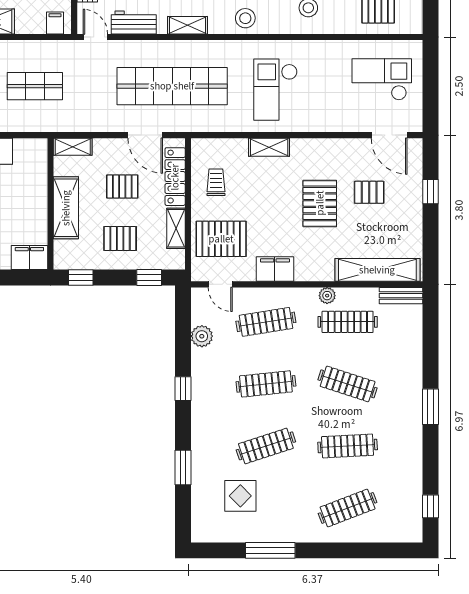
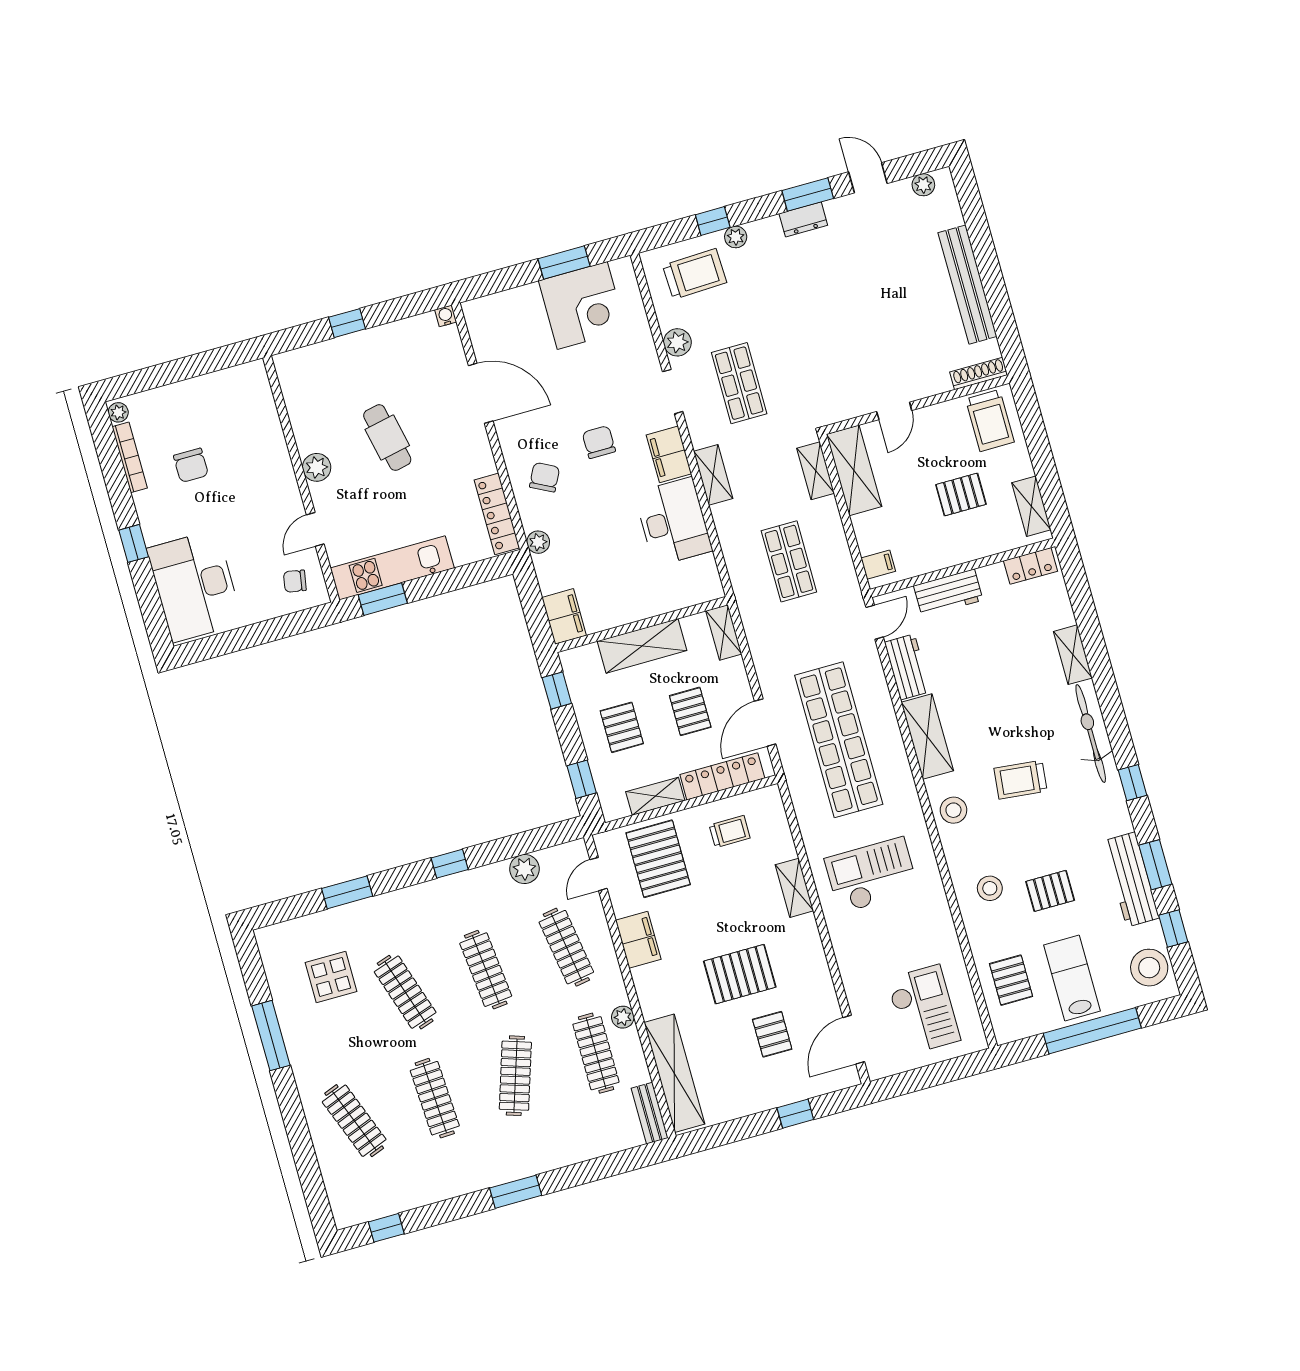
shelving: (188, 25) -> (927, 737), width x1.50, depth x1.33

